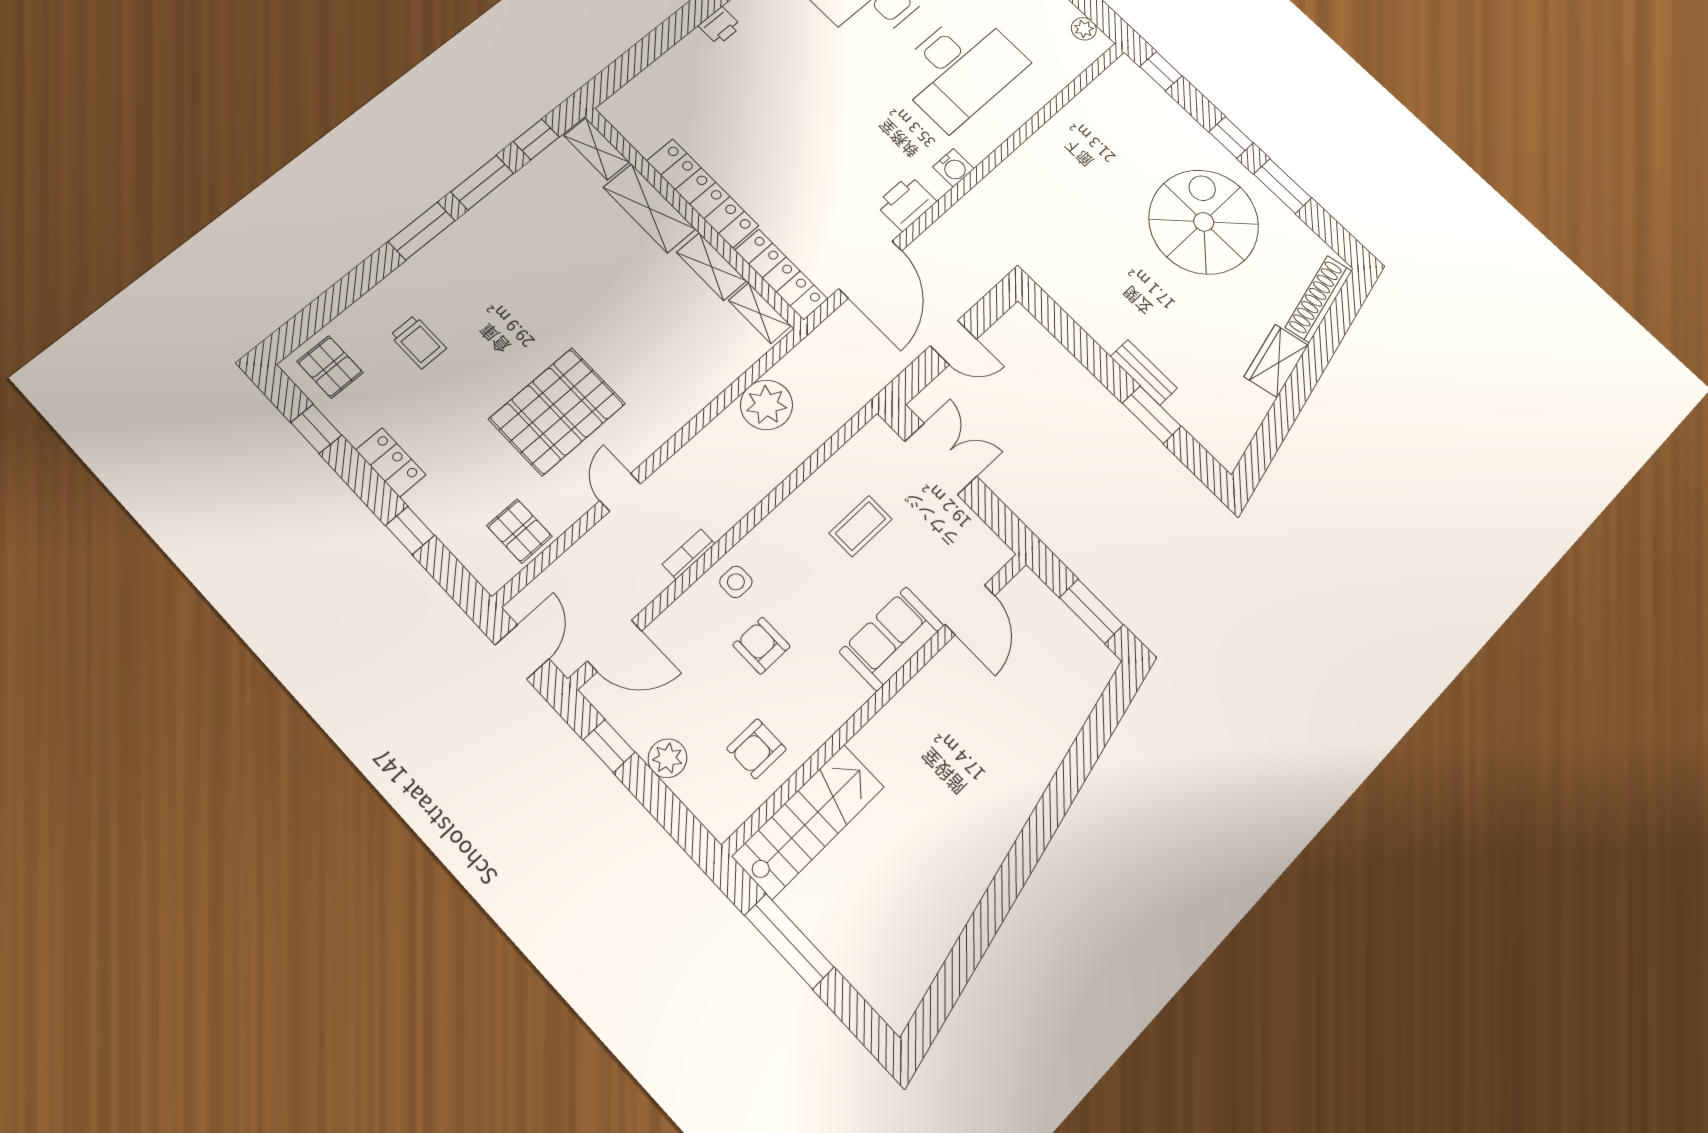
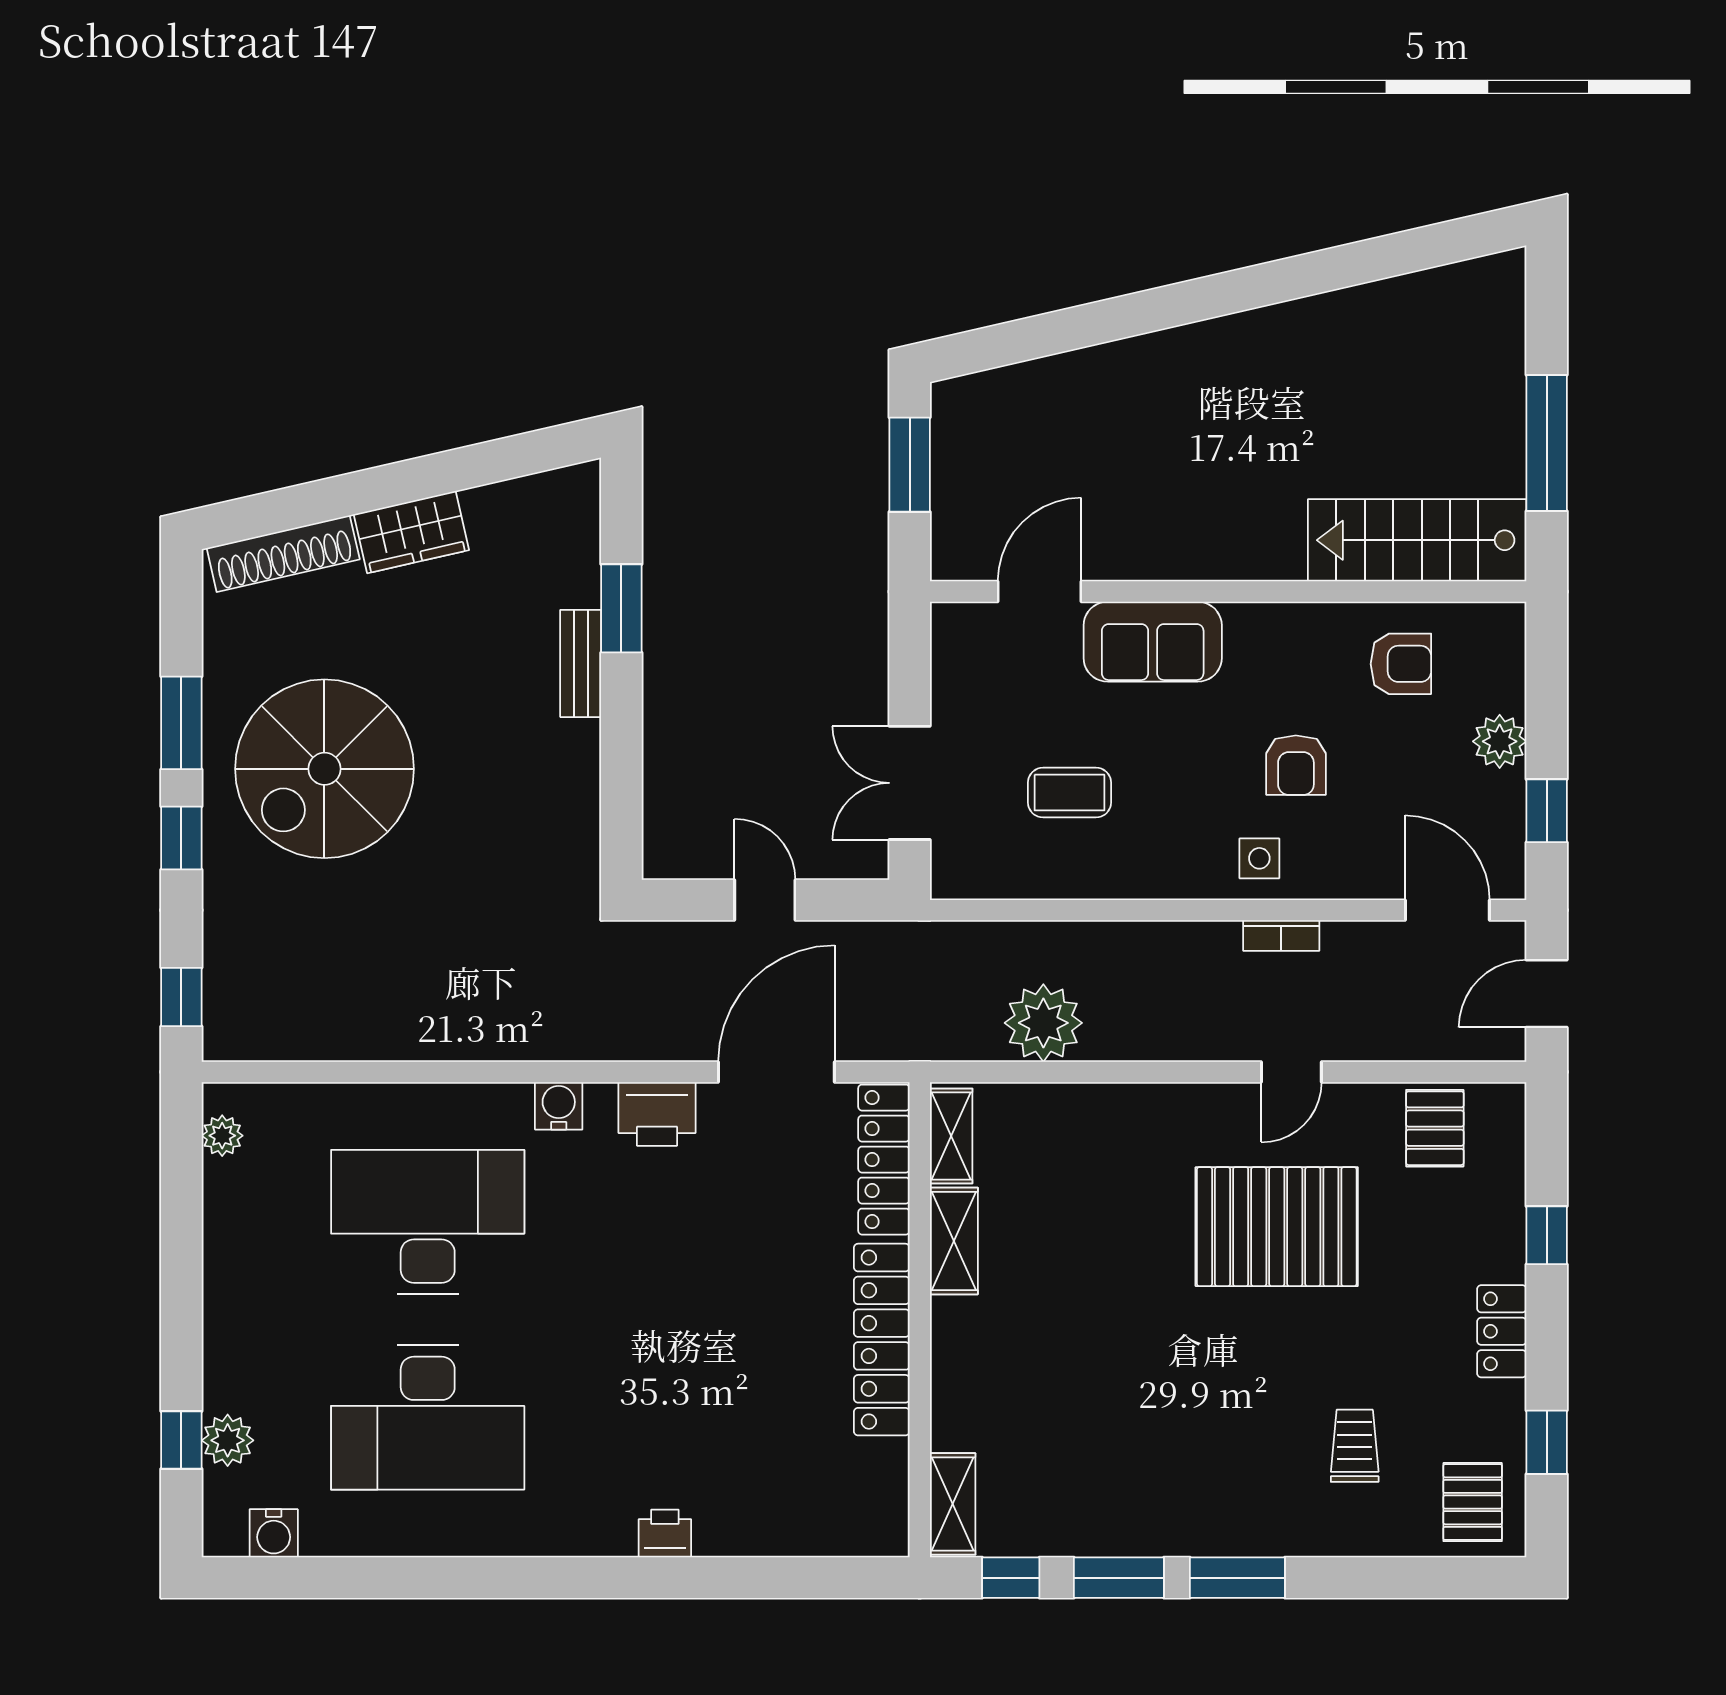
shelving: (649, 208) -> (959, 1376), removed

